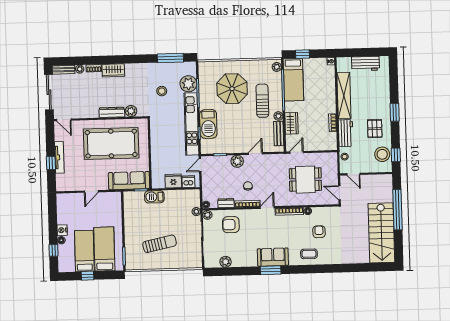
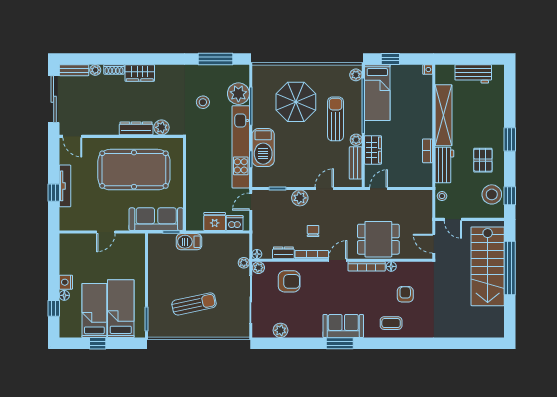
dining table: (305, 180) -> (378, 239), moved
armchair: (231, 225) -> (289, 281), turned 180
stairs: (381, 233) -> (488, 266), moved

